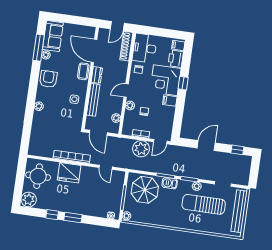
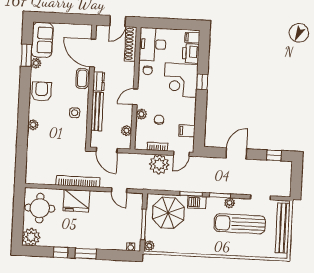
window: (39, 48) -> (26, 55), width x0.69
filing cabinet: (170, 101) -> (187, 131), moved

